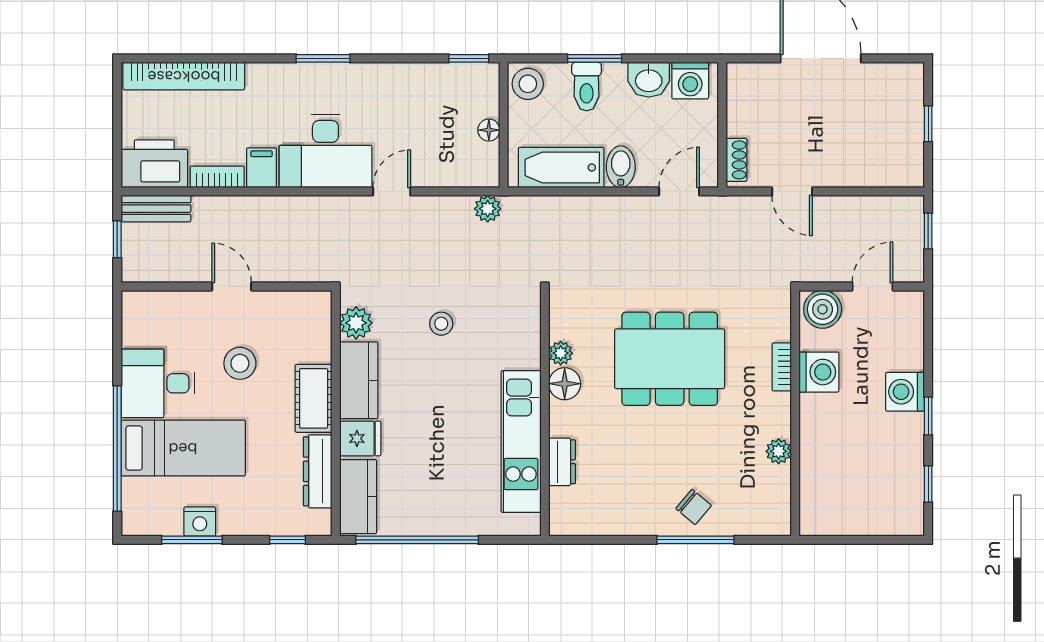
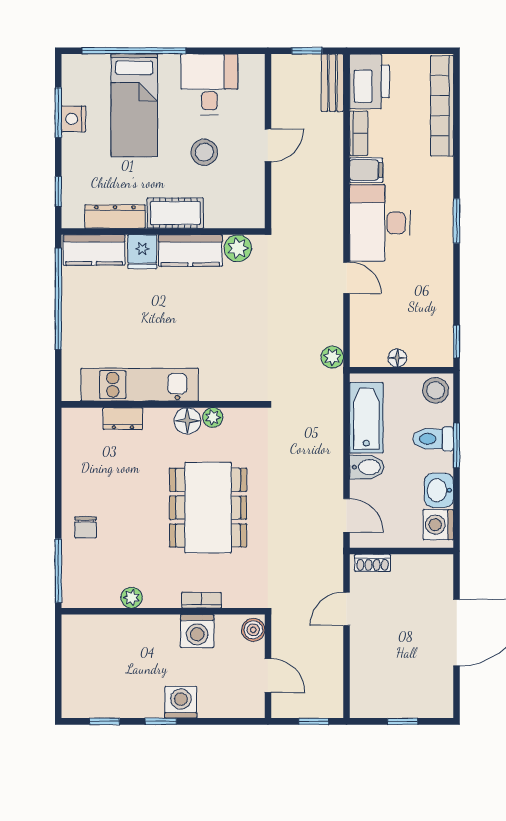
boiler: (823, 309) -> (253, 630), width x0.73, depth x0.73
stool: (441, 324) -> (237, 319), removed
desk: (158, 383) -> (209, 84), moved
chair: (694, 507) -> (86, 527), turned -40
window: (695, 540) -> (58, 571), moved

